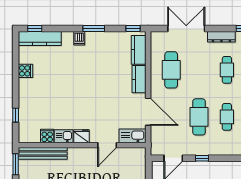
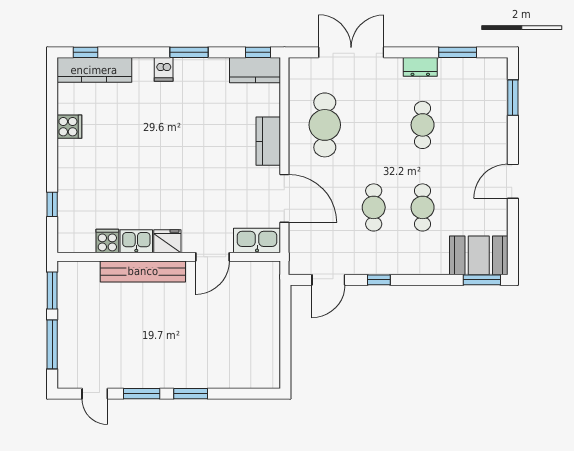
dresser: (221, 37) -> (420, 67), width x0.70
kitchen counter: (139, 50) -> (255, 70), moved, turned -90
cafe table: (199, 117) -> (374, 207), width x0.73, depth x0.74
bench: (43, 153) -> (143, 271), moved

